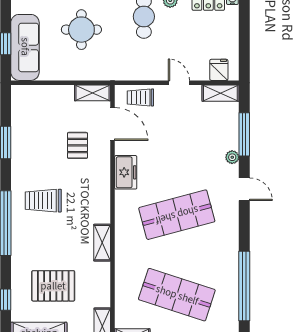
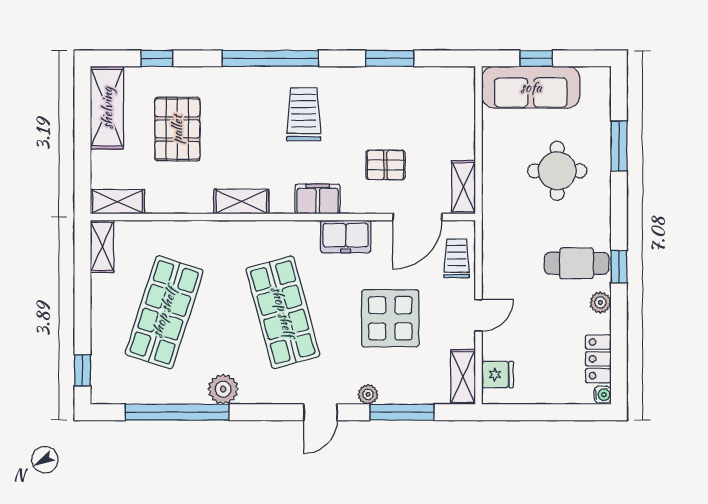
display table: (181, 142) -> (390, 318), added
filing cabinet: (100, 191) -> (318, 199), added
plant: (229, 255) -> (223, 389), added

